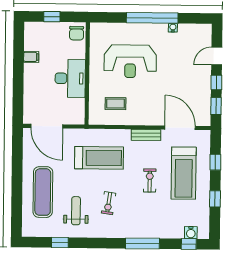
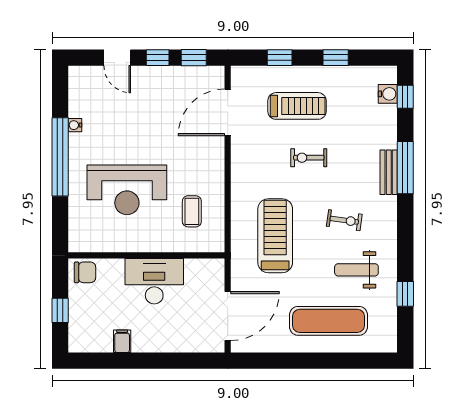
reception desk: (130, 61) -> (127, 190), turned 90
bench: (146, 135) -> (389, 172), moved
treadmill: (184, 173) -> (297, 106), width x0.73, depth x0.73

